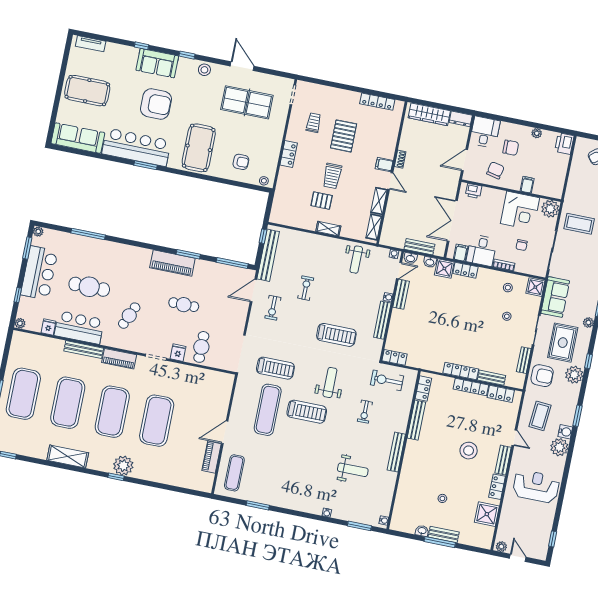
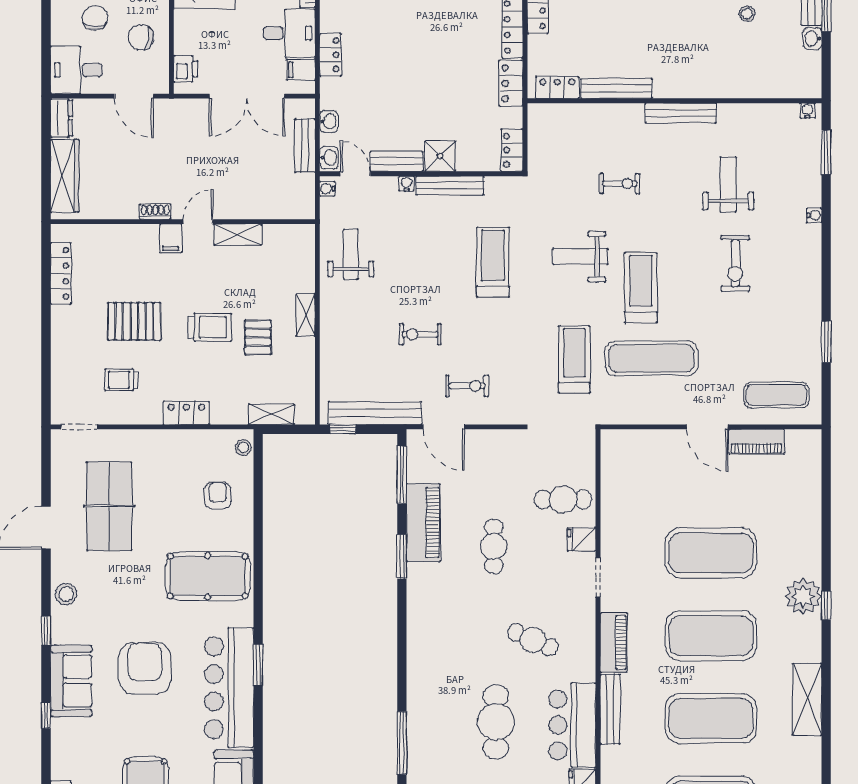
shelving: (374, 227) -> (271, 414), moved
weight bench: (356, 260) -> (351, 254), turned -90
piano: (172, 263) -> (423, 523), moved
shower: (444, 268) -> (440, 156), moved
locker: (431, 364) -> (511, 83), added
exercise bike: (387, 380) -> (735, 263), moved

